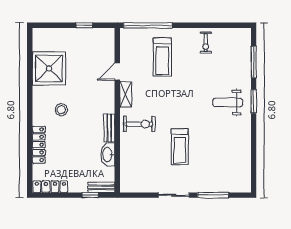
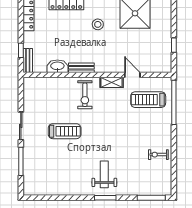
treadmill: (162, 57) -> (148, 100), moved
window: (254, 62) -> (151, 198), moved
treadmill: (180, 147) -> (65, 131), turned 180

